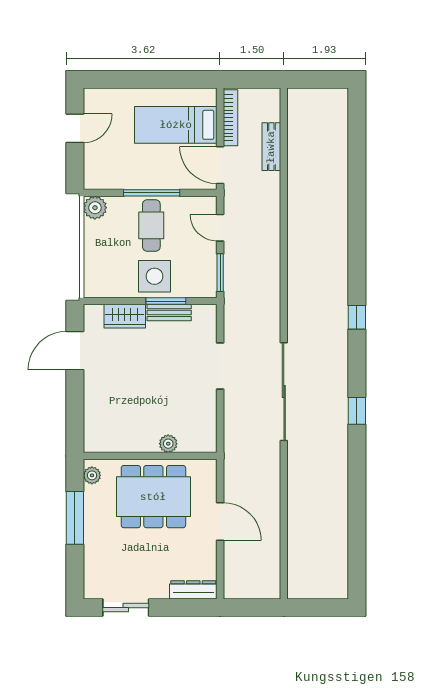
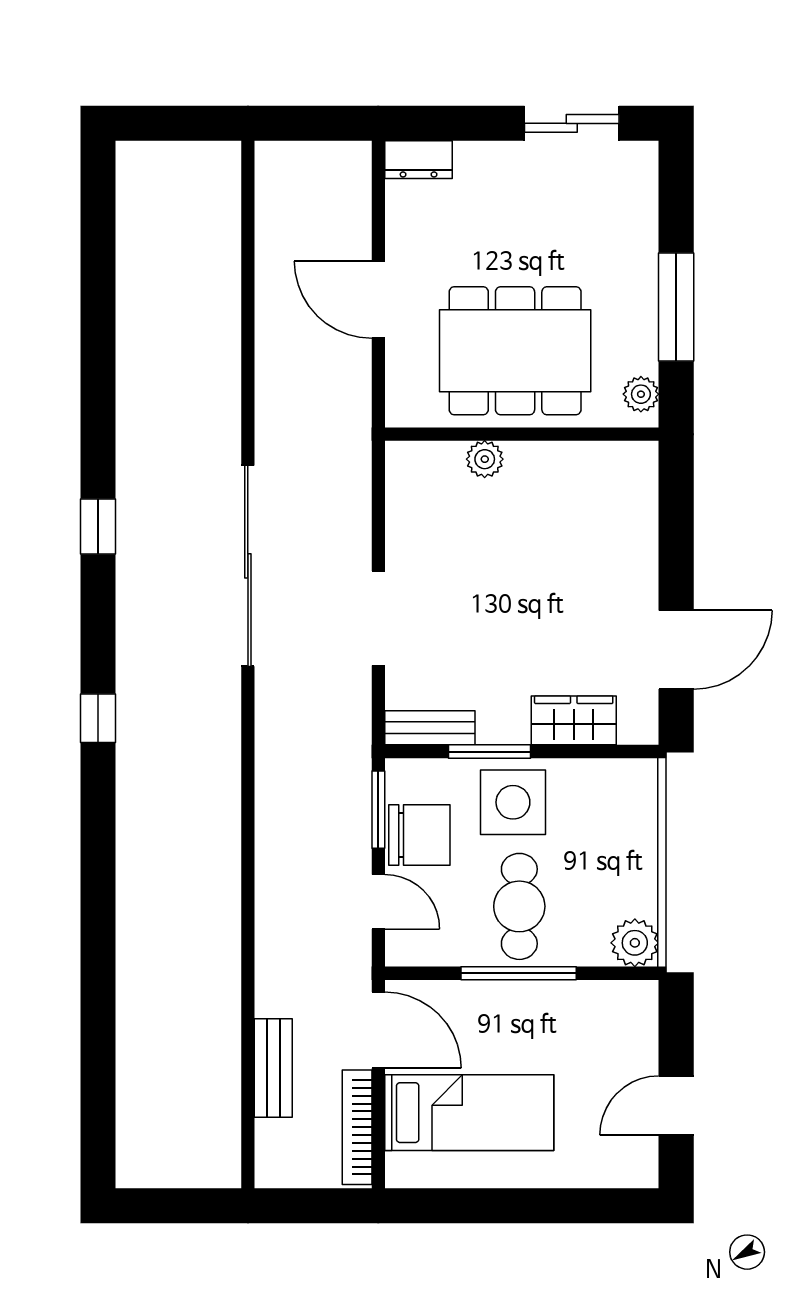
chair: (200, 260) -> (419, 835), added
bench: (169, 313) -> (430, 728), moved
dresser: (193, 590) -> (419, 160), width x0.70

